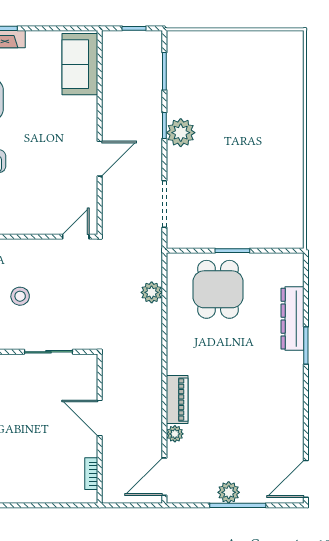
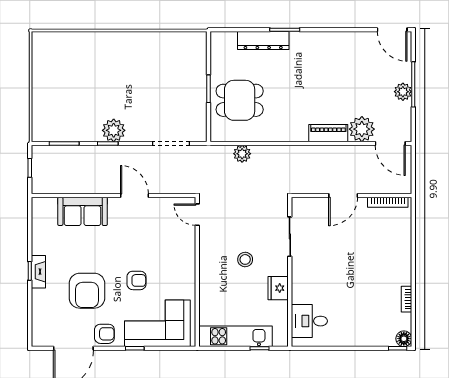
sofa: (80, 64) -> (83, 211), moved
plant: (175, 434) -> (362, 129), width x1.88, depth x1.88
bookcase: (91, 474) -> (388, 202), width x1.56

